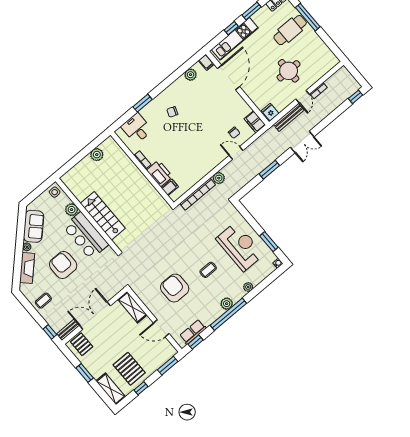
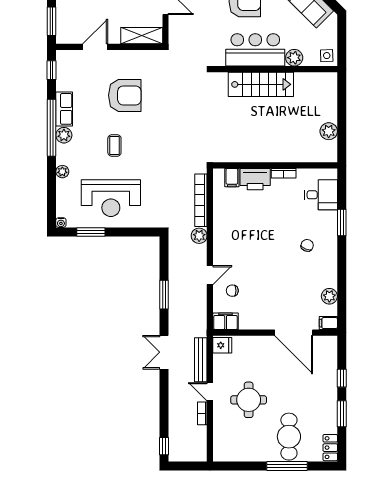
kitchen unit: (235, 39) -> (328, 373), removed
row of seats: (193, 332) -> (64, 109), moved

